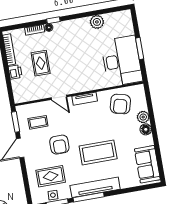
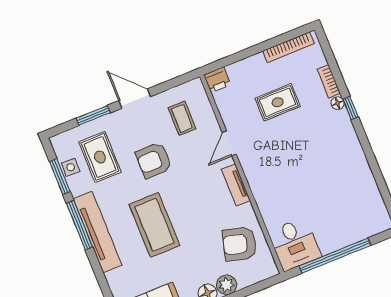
plant: (97, 22) -> (363, 178), removed
window: (140, 49) -> (335, 256), width x2.11
desk: (122, 61) -> (295, 244), width x0.53, depth x0.77
printer: (15, 72) -> (217, 80), moved
window: (16, 122) -> (93, 115), moved

